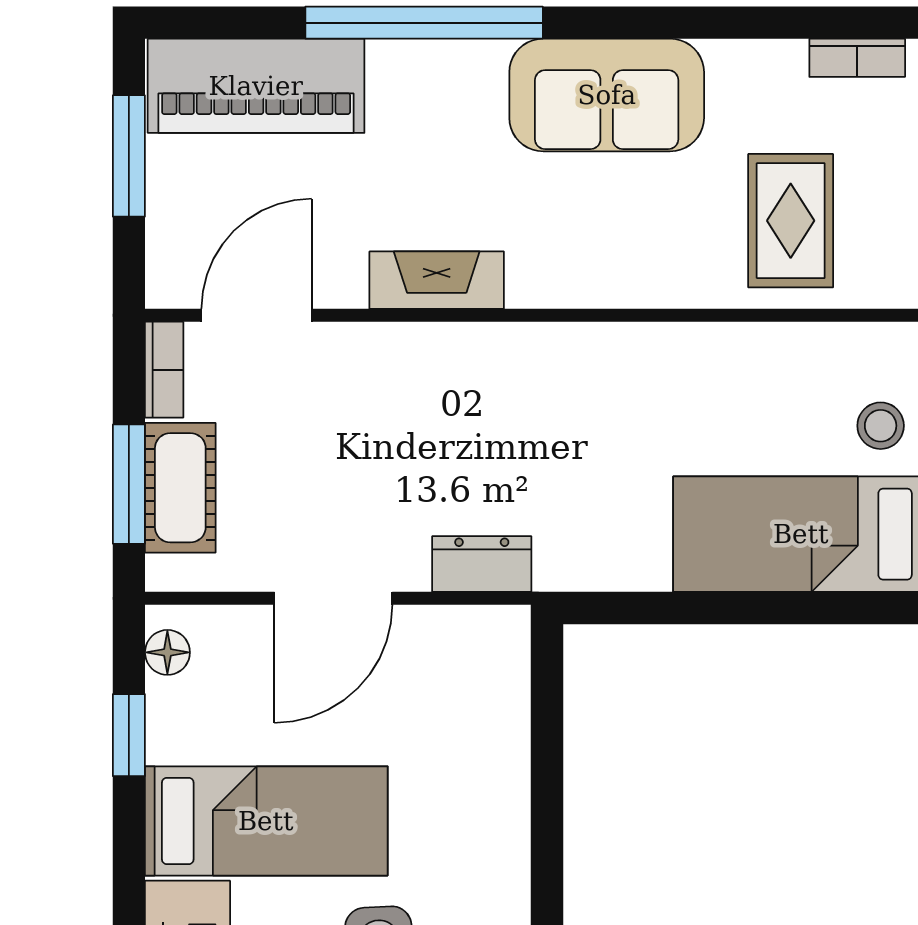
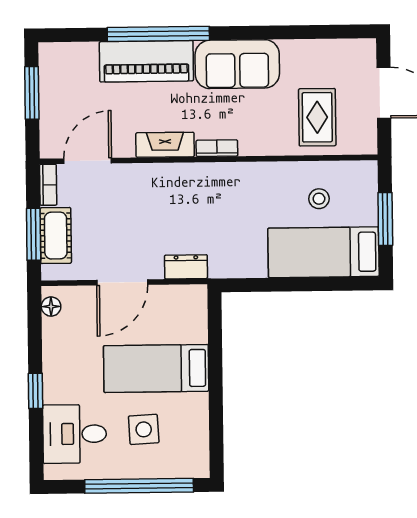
bookcase: (857, 58) -> (217, 148), moved, turned 180
piano: (256, 86) -> (146, 61), moved
stool: (881, 426) -> (319, 199), moved
window: (129, 735) -> (35, 391), moved
bed: (266, 821) -> (156, 368), moved, turned 180

